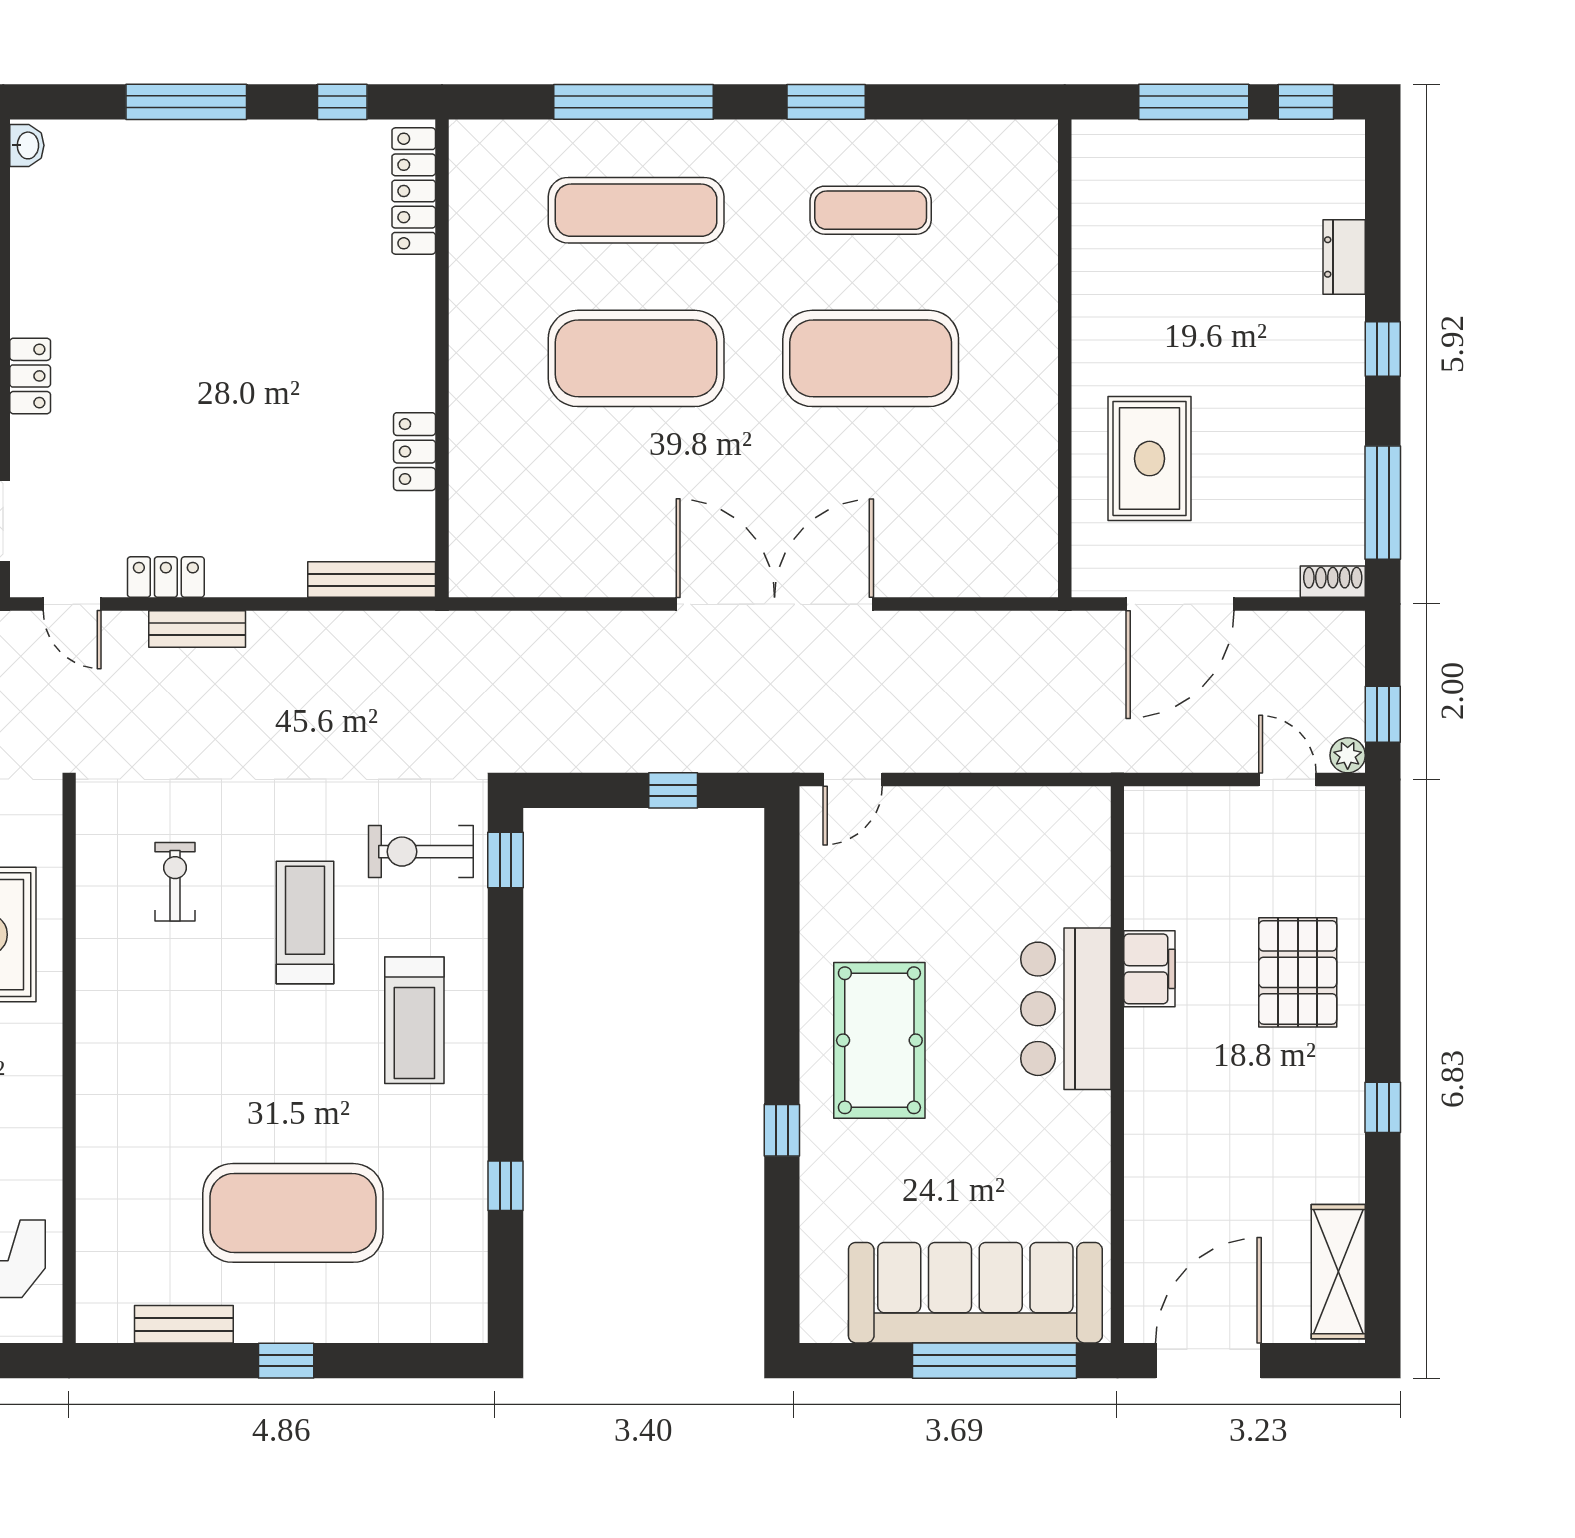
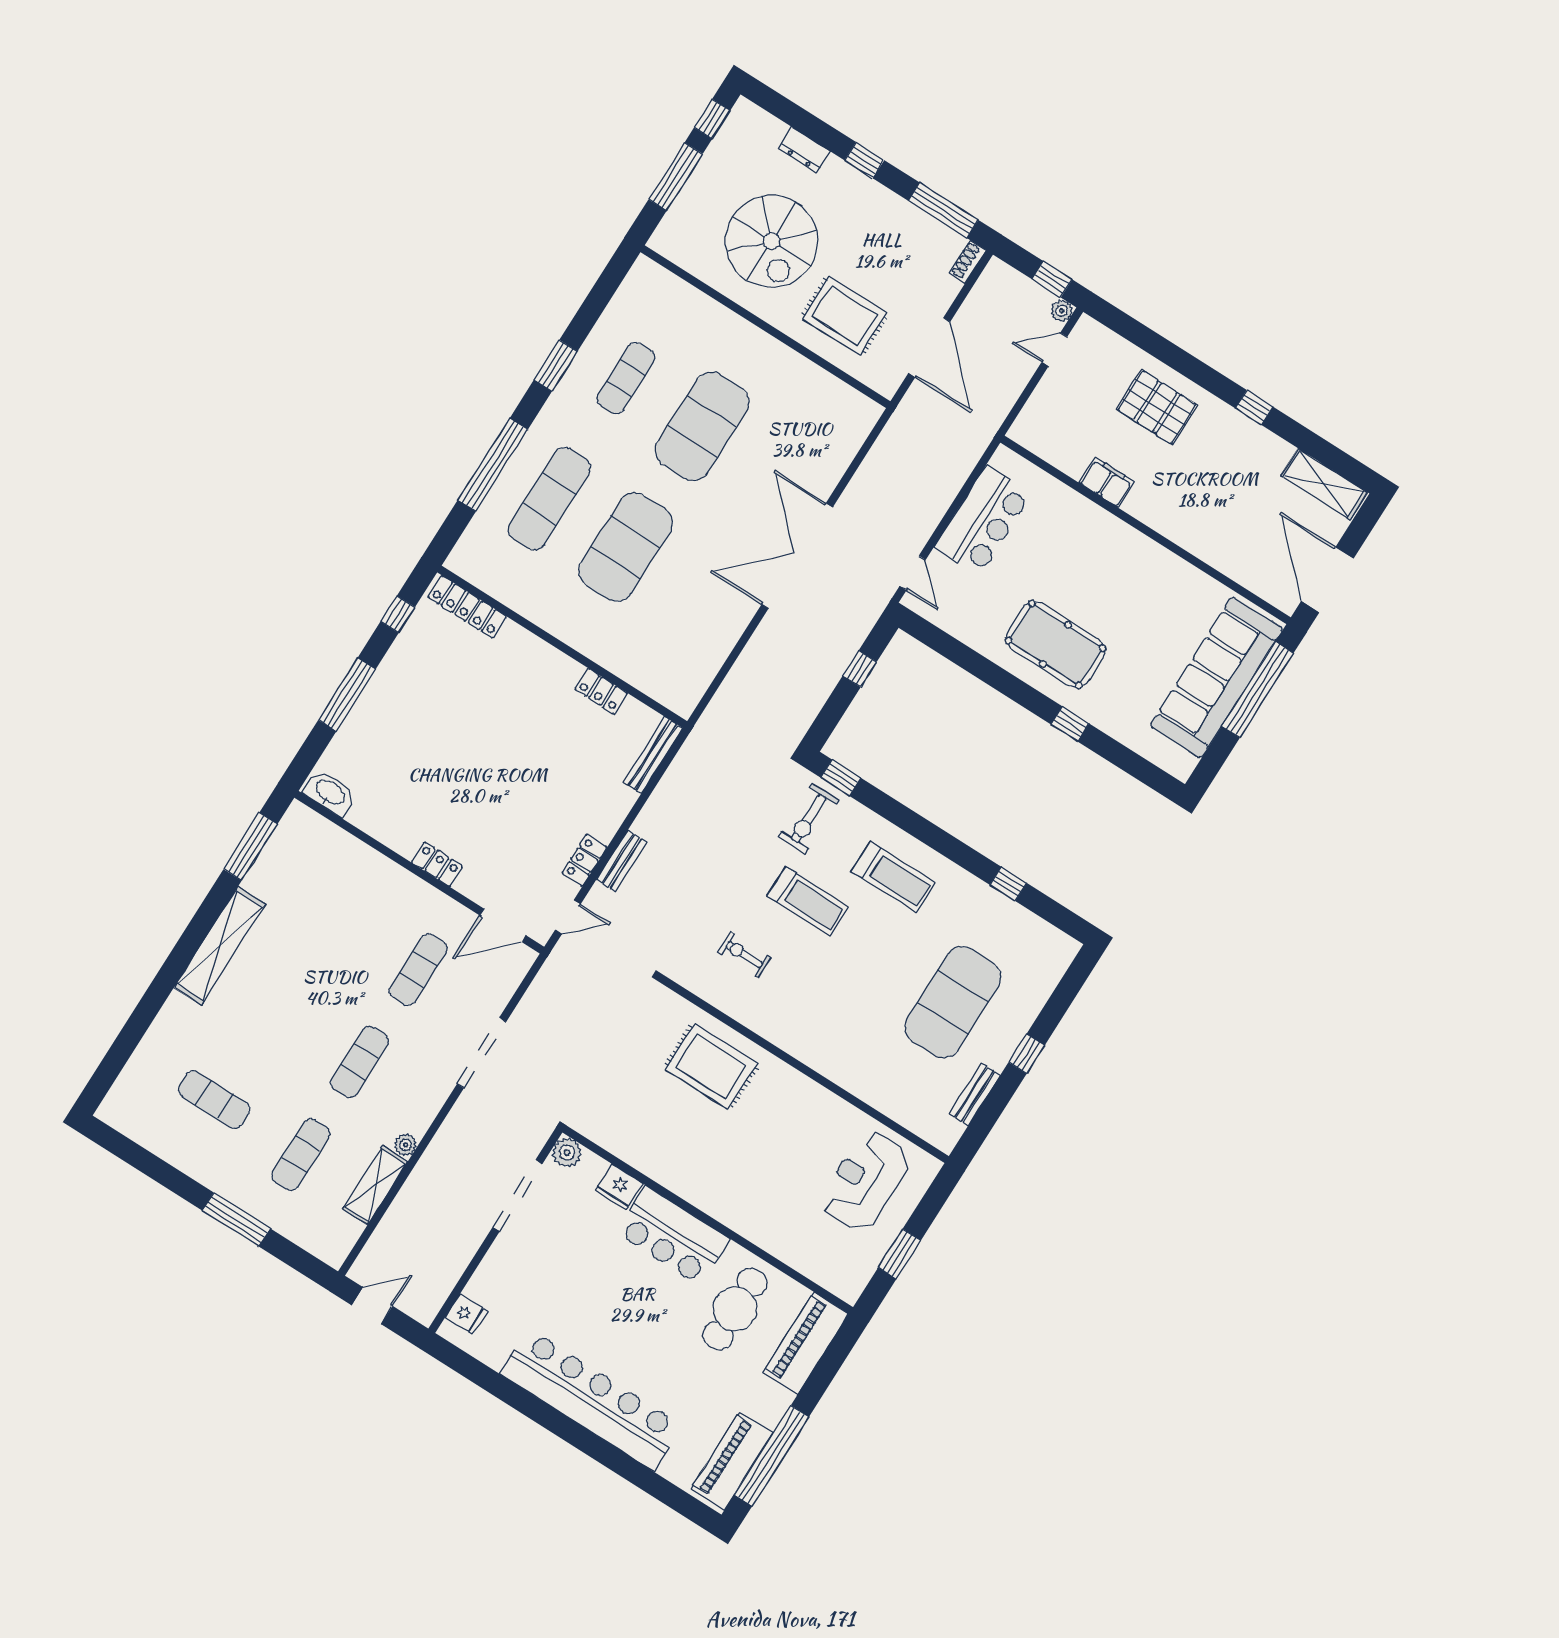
washbasin: (27, 145) -> (330, 793), width x1.91, depth x1.45
spiral stairs: (1189, 292) -> (772, 241), added
treadmill: (305, 923) -> (808, 901), turned 180
bar counter: (1066, 1009) -> (983, 521), moved, turned -90

